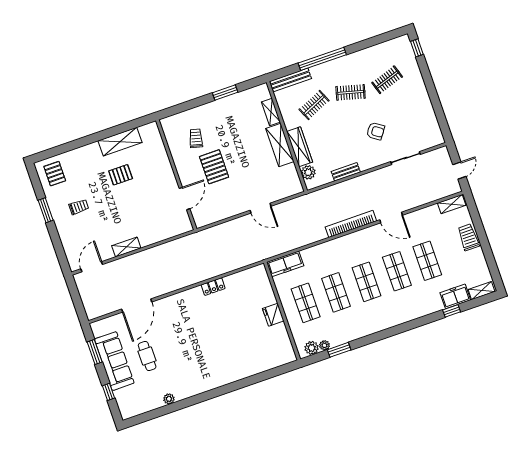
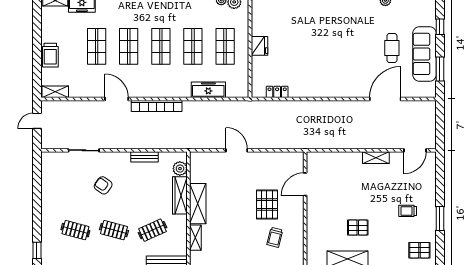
clothes rail: (387, 80) -> (75, 230), turned 33
pallet: (55, 174) -> (419, 250), turned 90
freezer: (285, 264) -> (208, 90), moved
locker: (213, 287) -> (277, 92), moved

